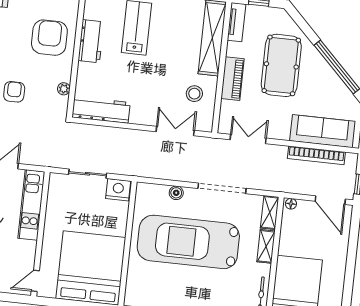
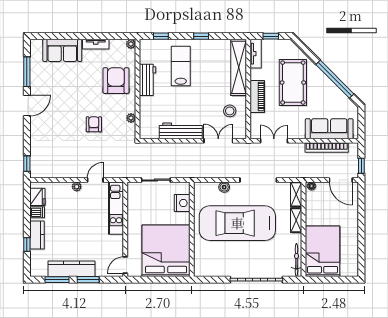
workbench: (101, 110) -> (181, 131), moved
nightstand: (118, 190) -> (182, 203), moved, turned 90

